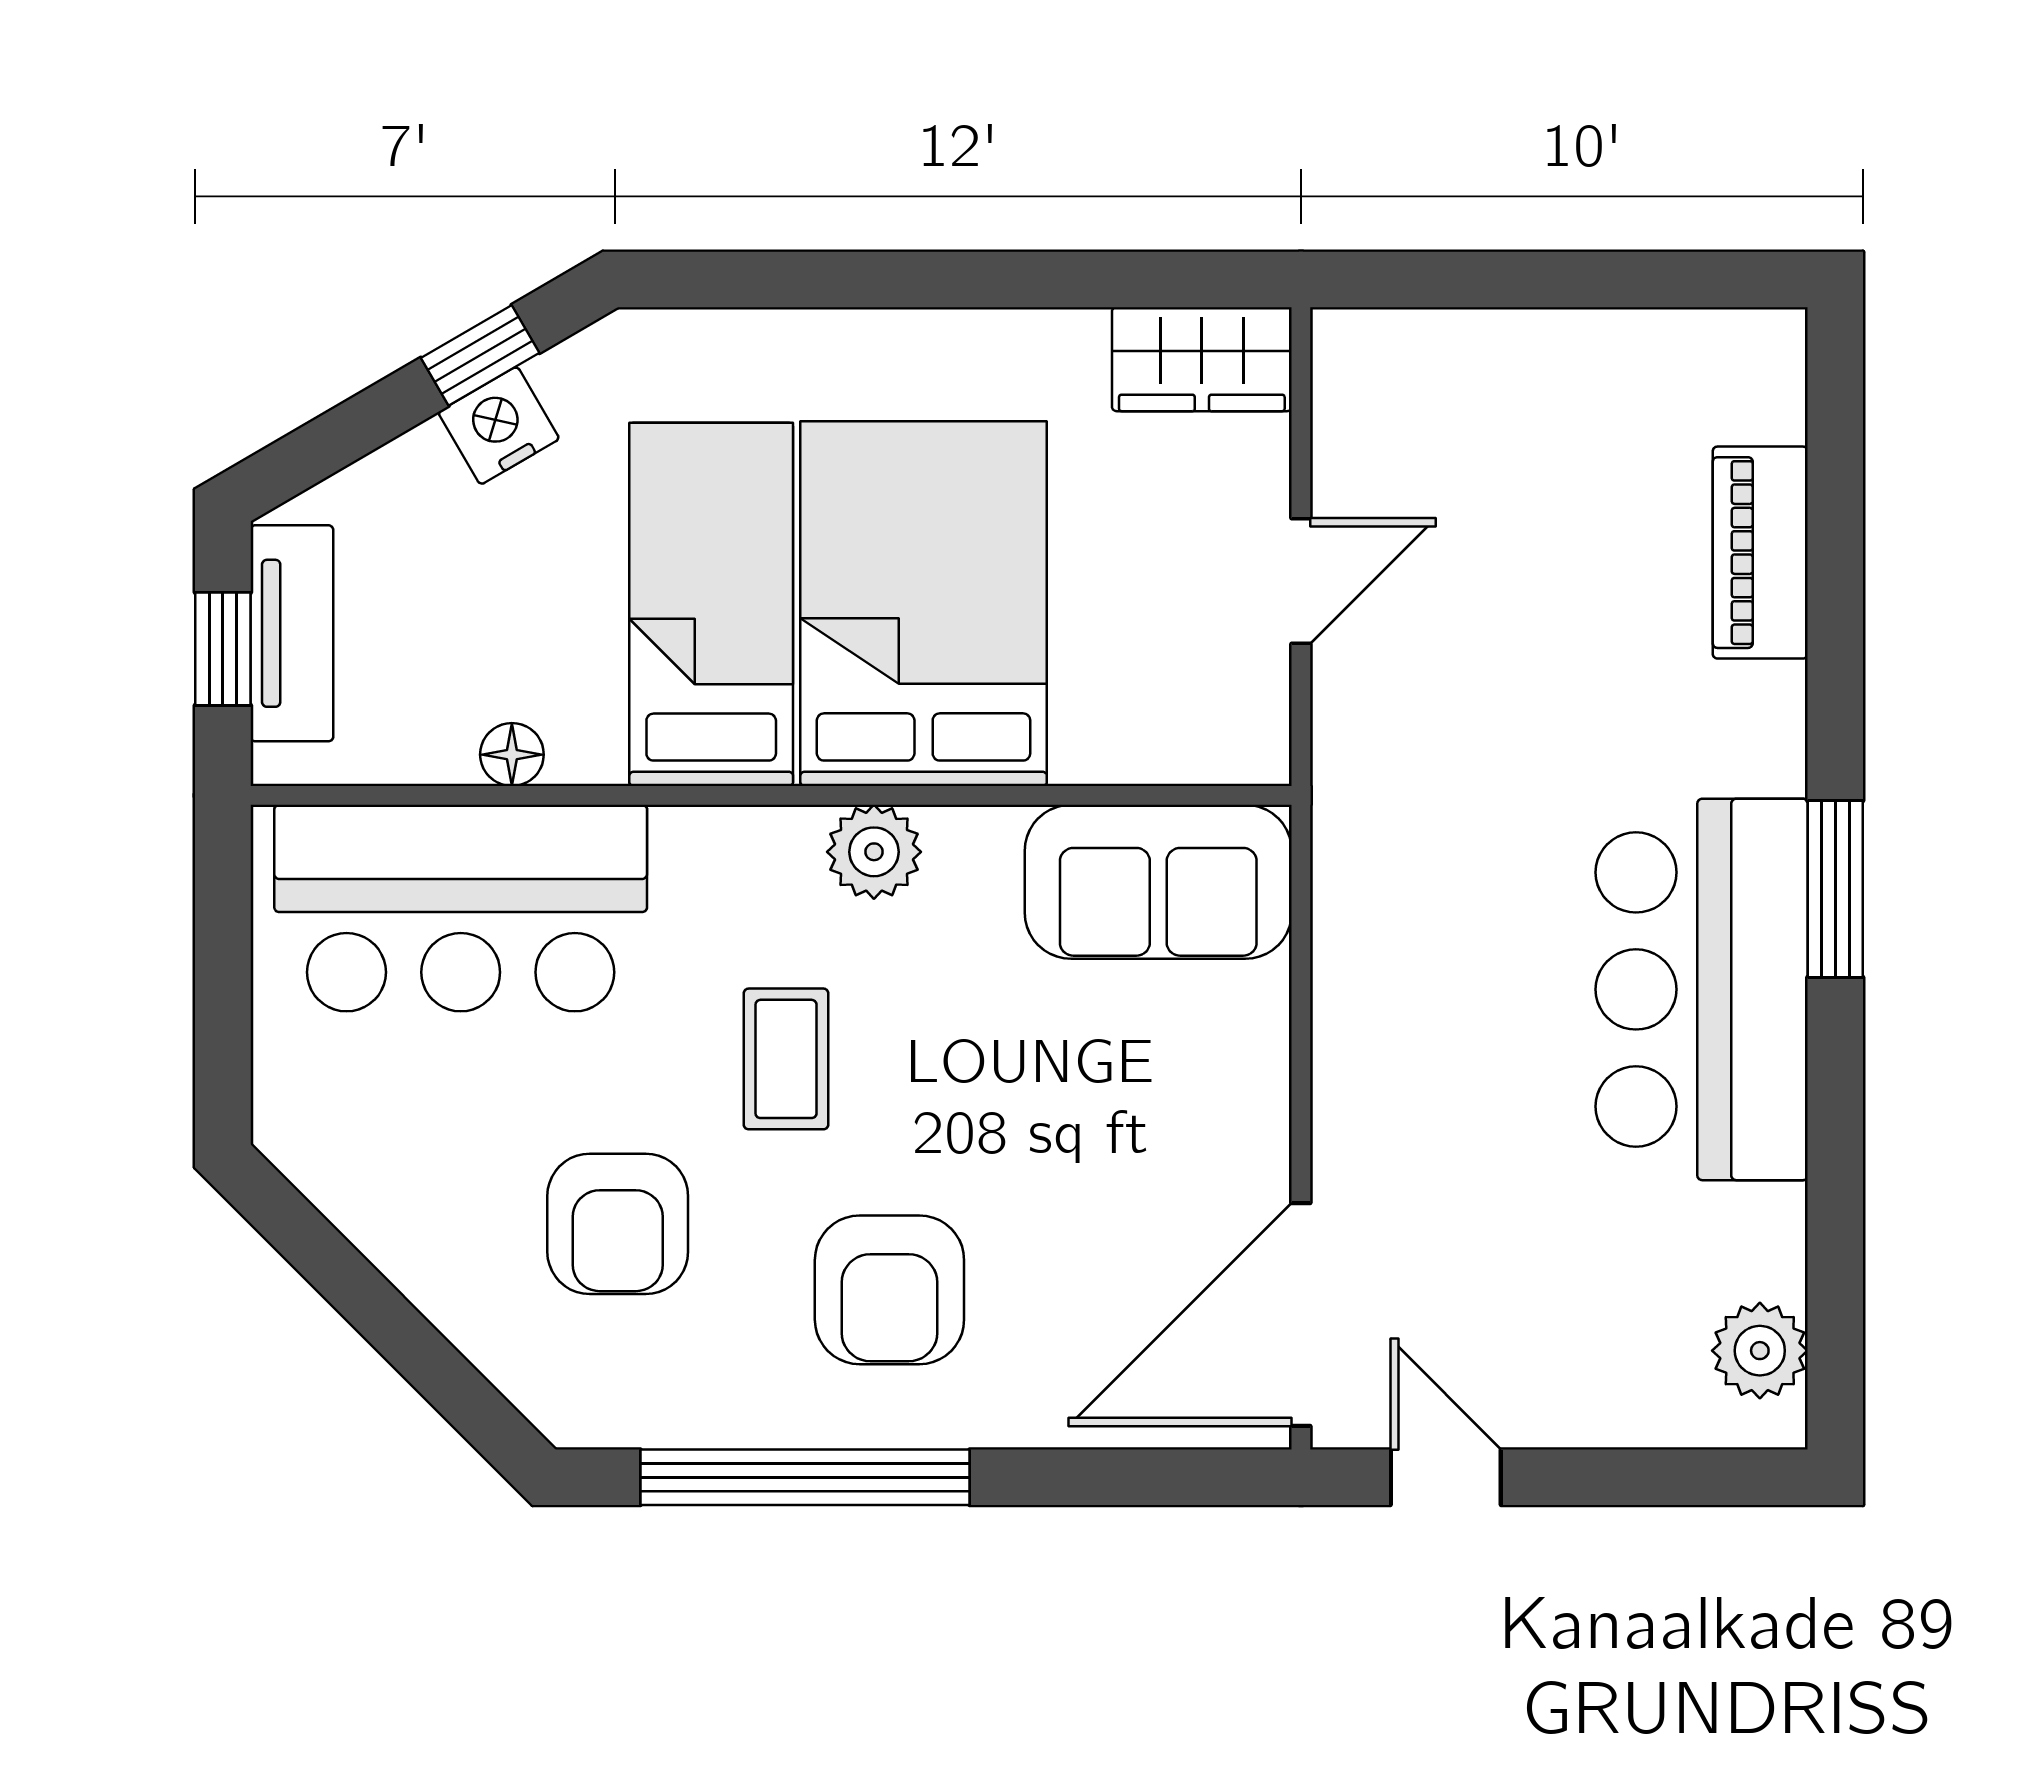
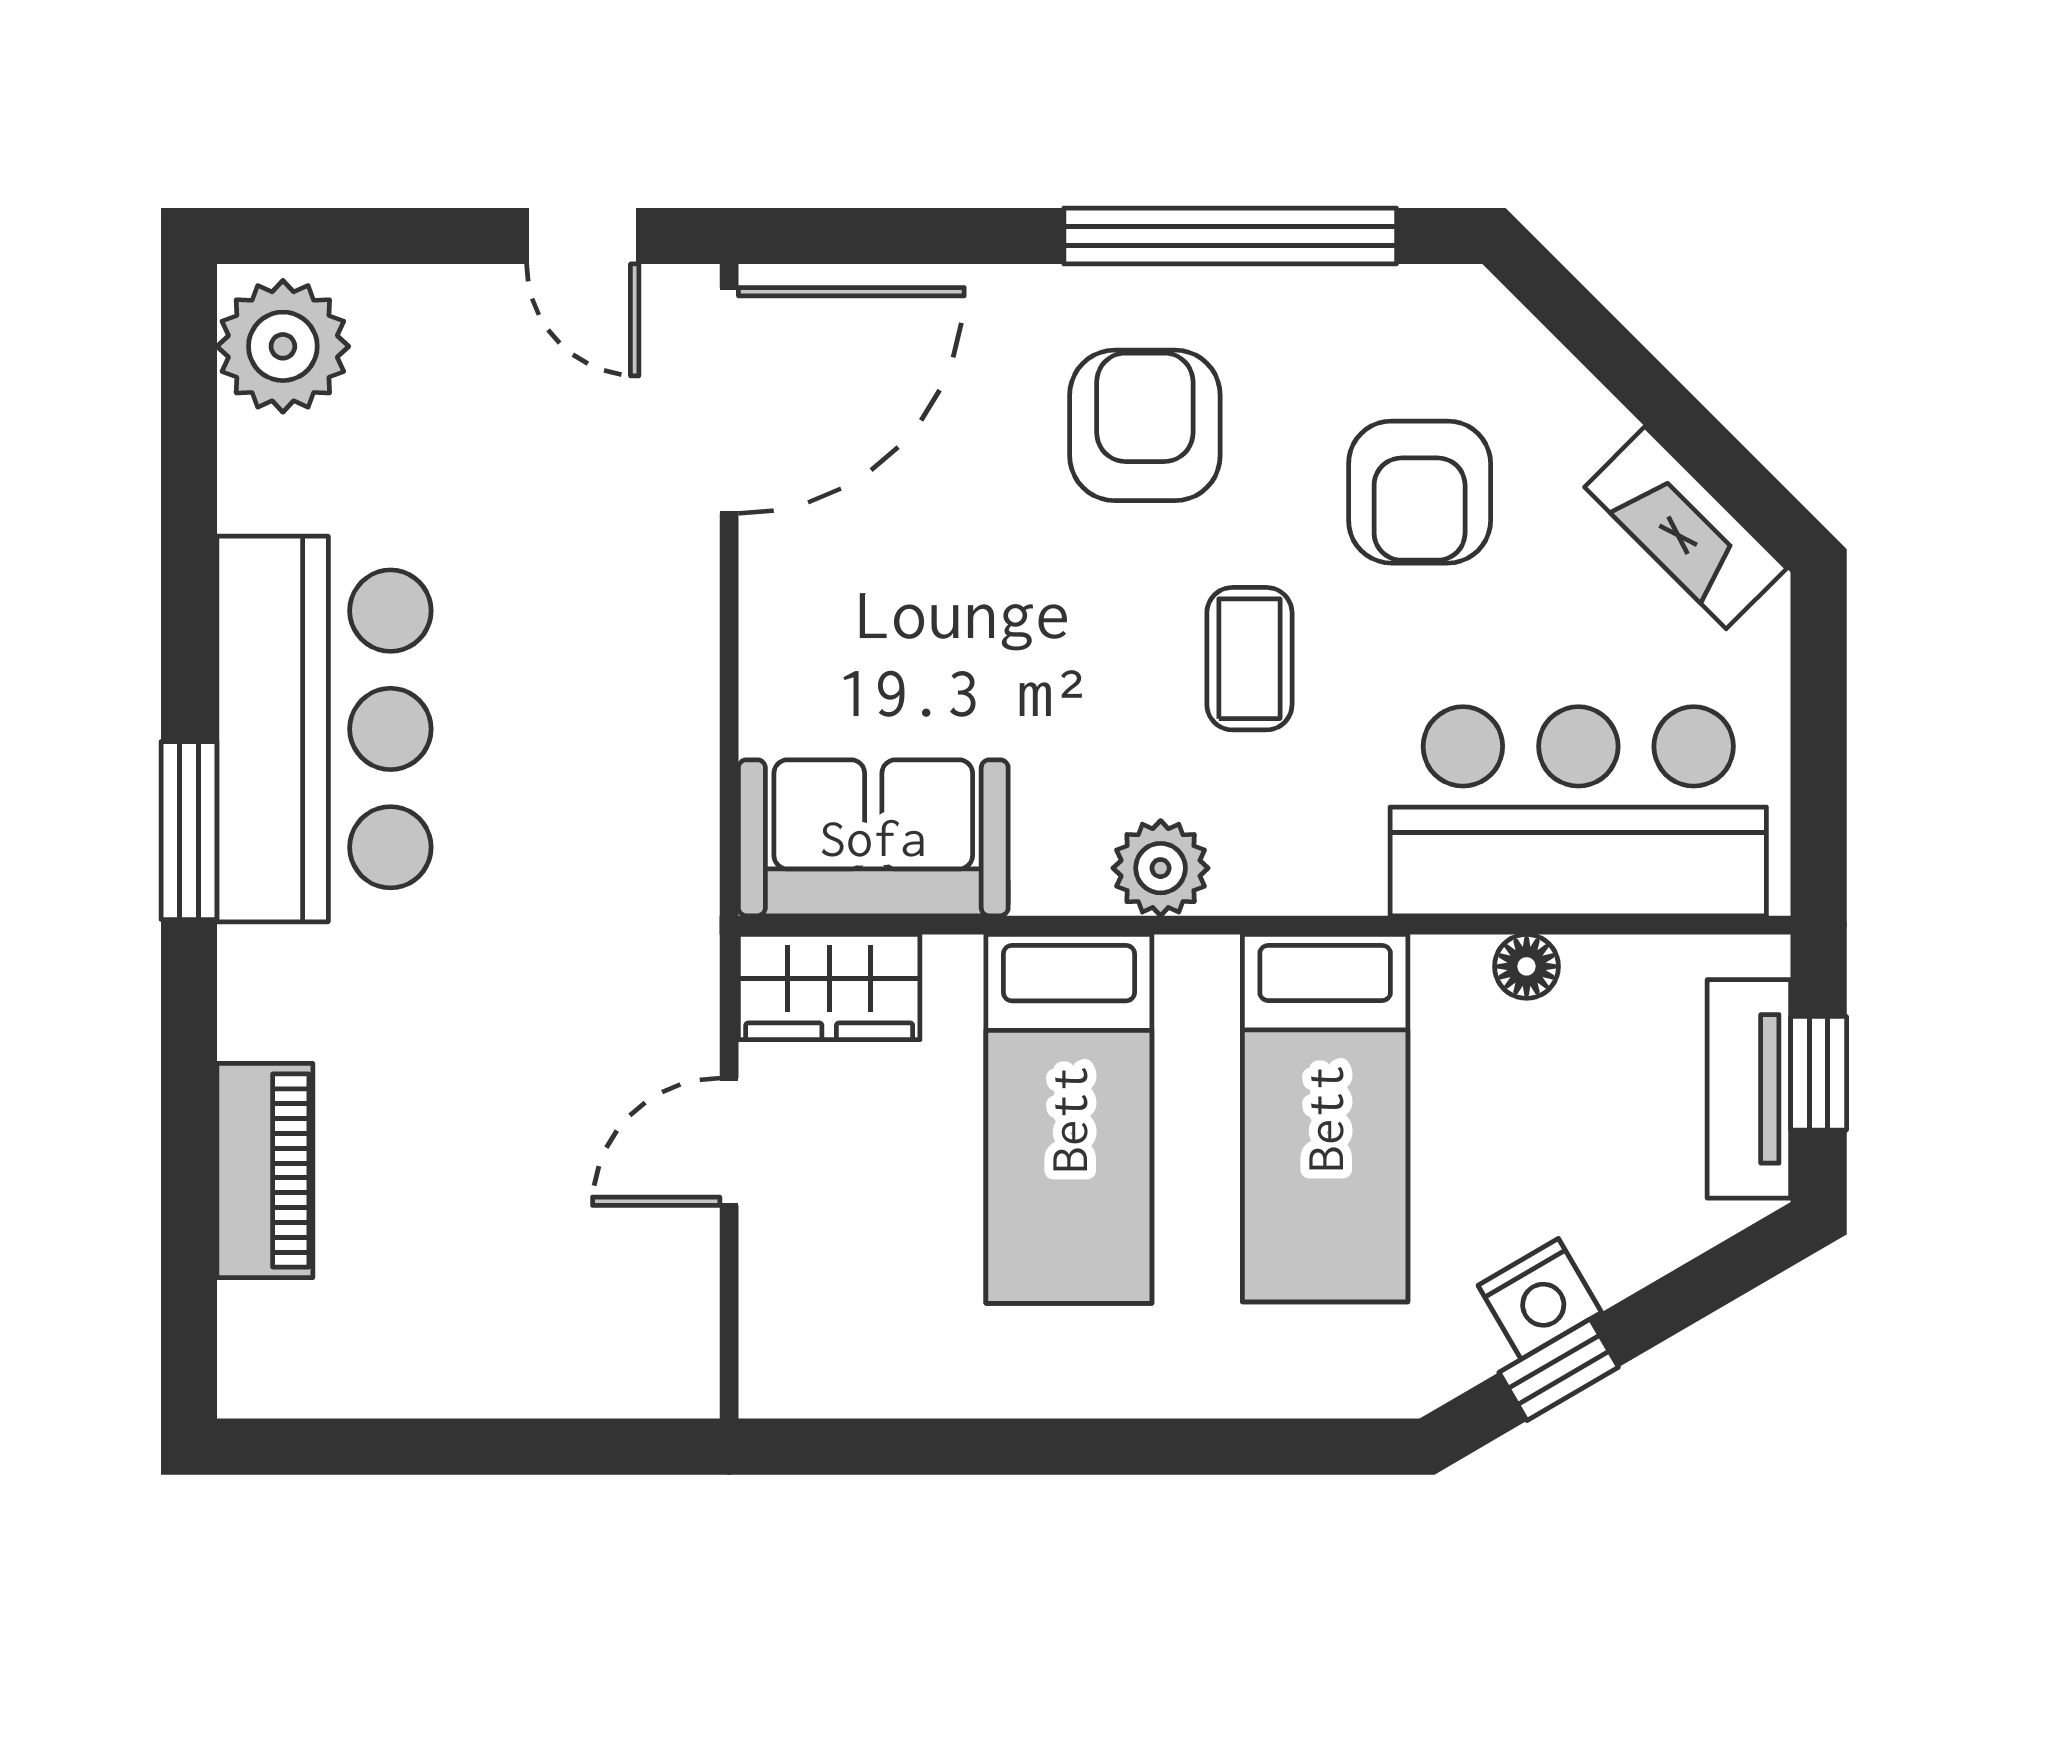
wardrobe: (1202, 359) -> (829, 987), moved, turned 180
bed: (924, 604) -> (1069, 1119), width x0.67
fireplace: (354, 1189) -> (1686, 528), added
armchair: (618, 1224) -> (1420, 492), turned 180
plant: (1760, 1351) -> (283, 346), width x1.36, depth x1.36

